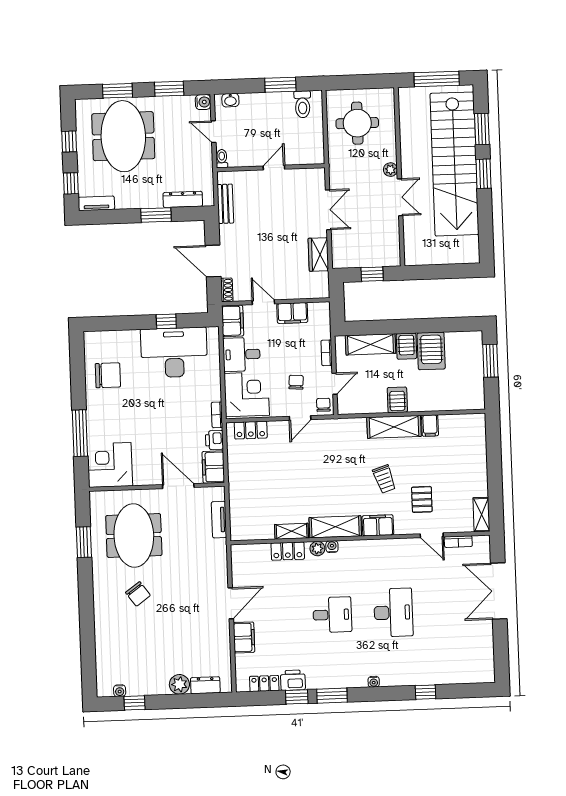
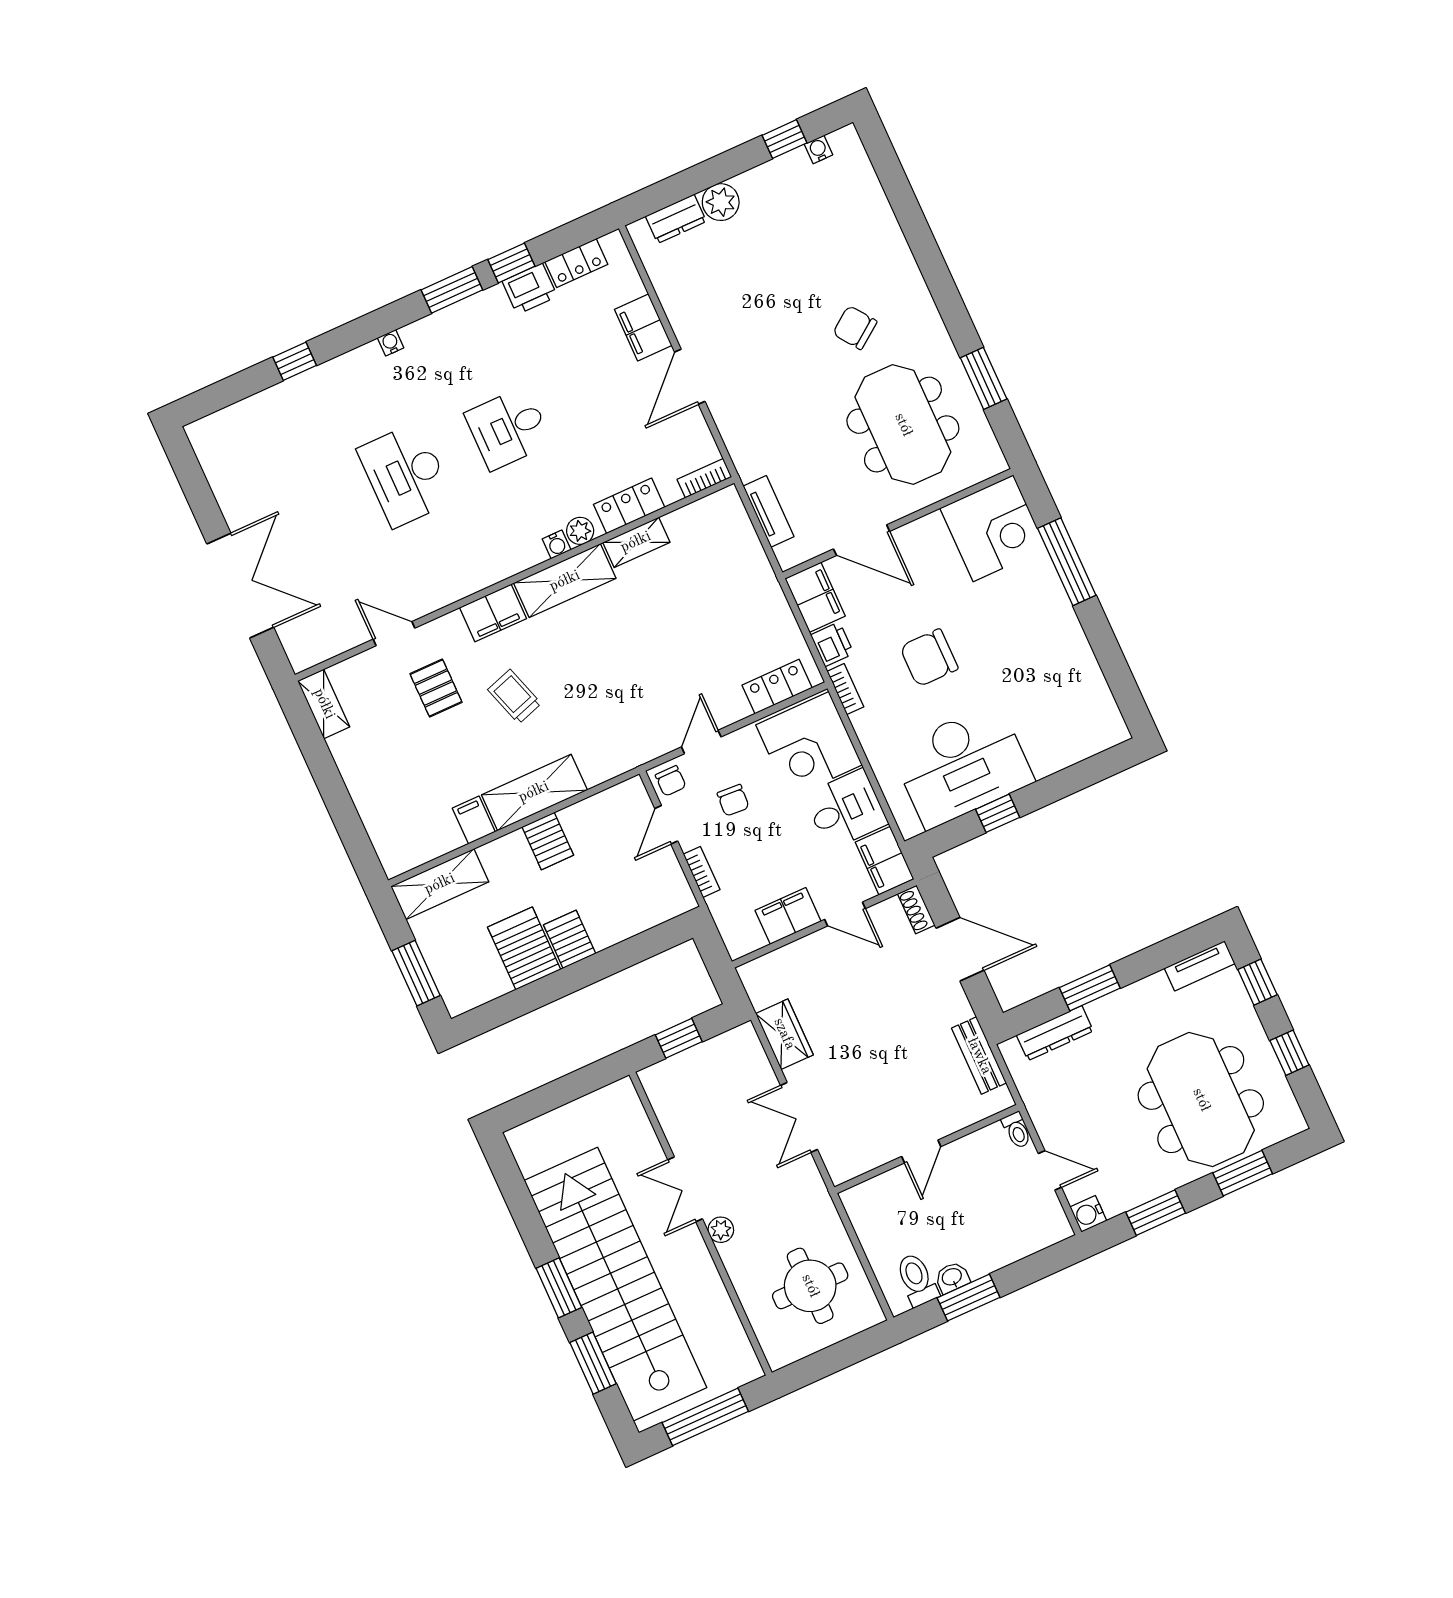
washbasin: (230, 100) -> (952, 1277), moved
shelving: (371, 344) -> (440, 884), moved
chair: (108, 375) -> (929, 658), moved
bookcase: (458, 542) -> (704, 478), moved

